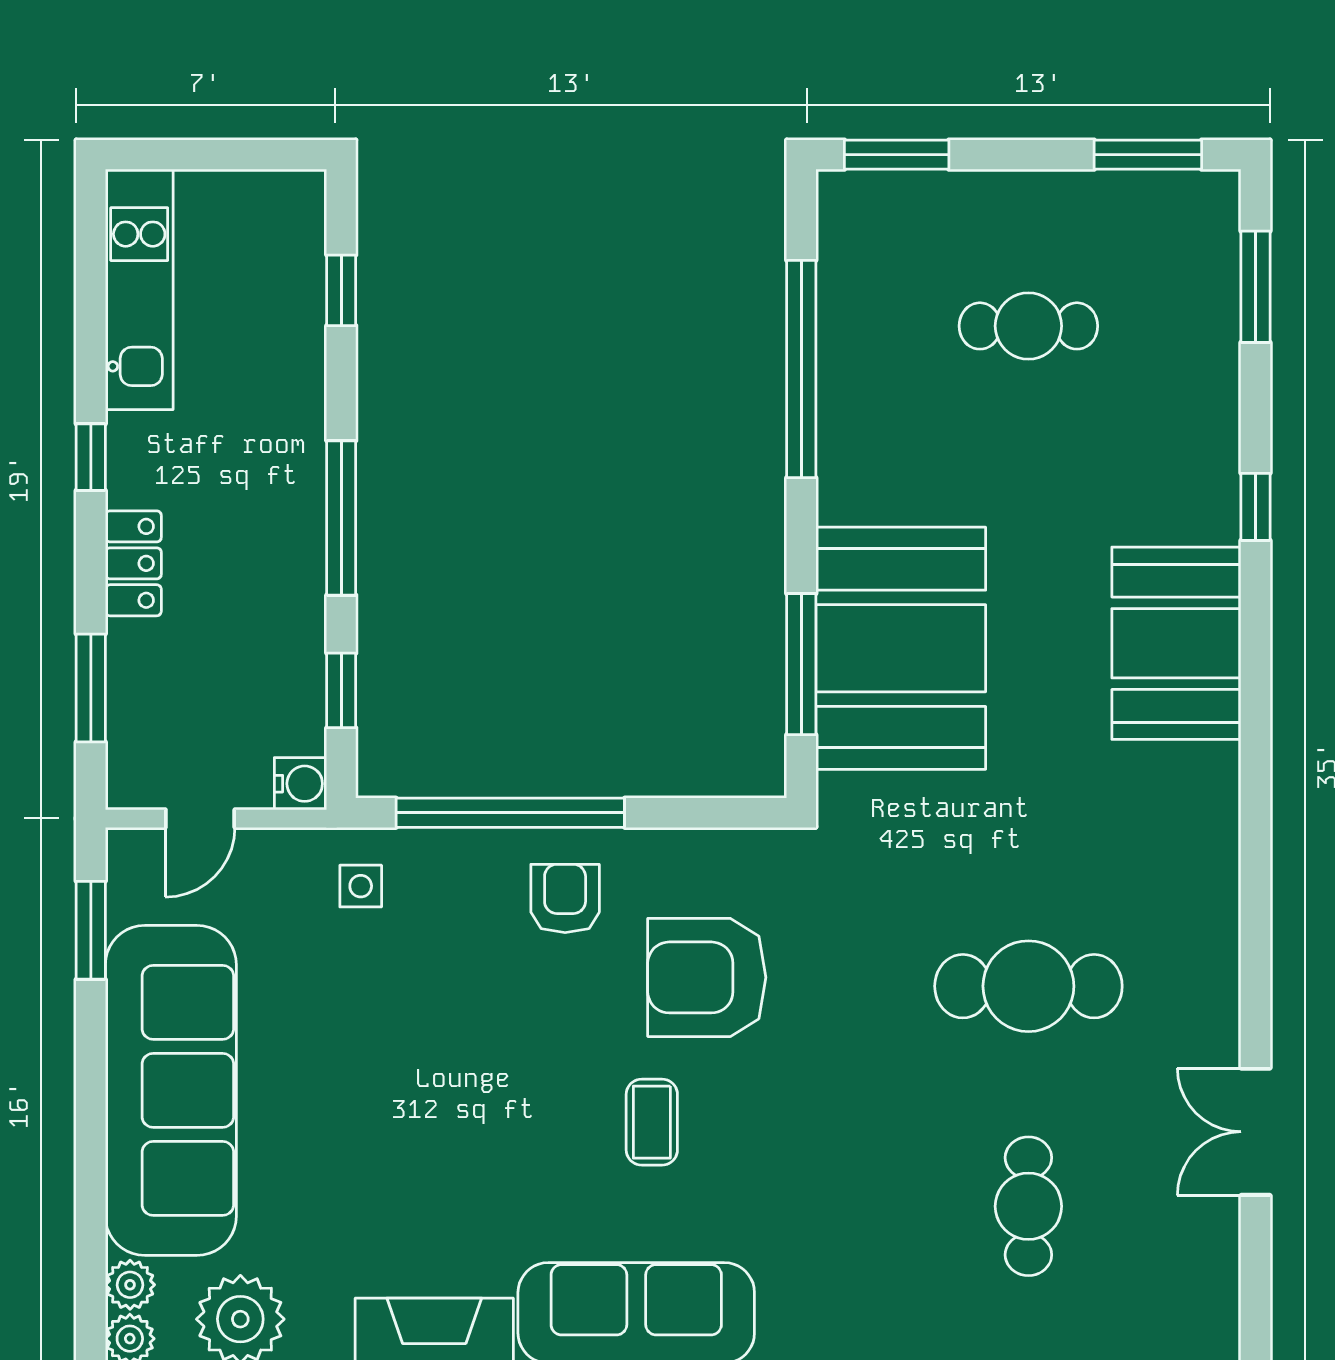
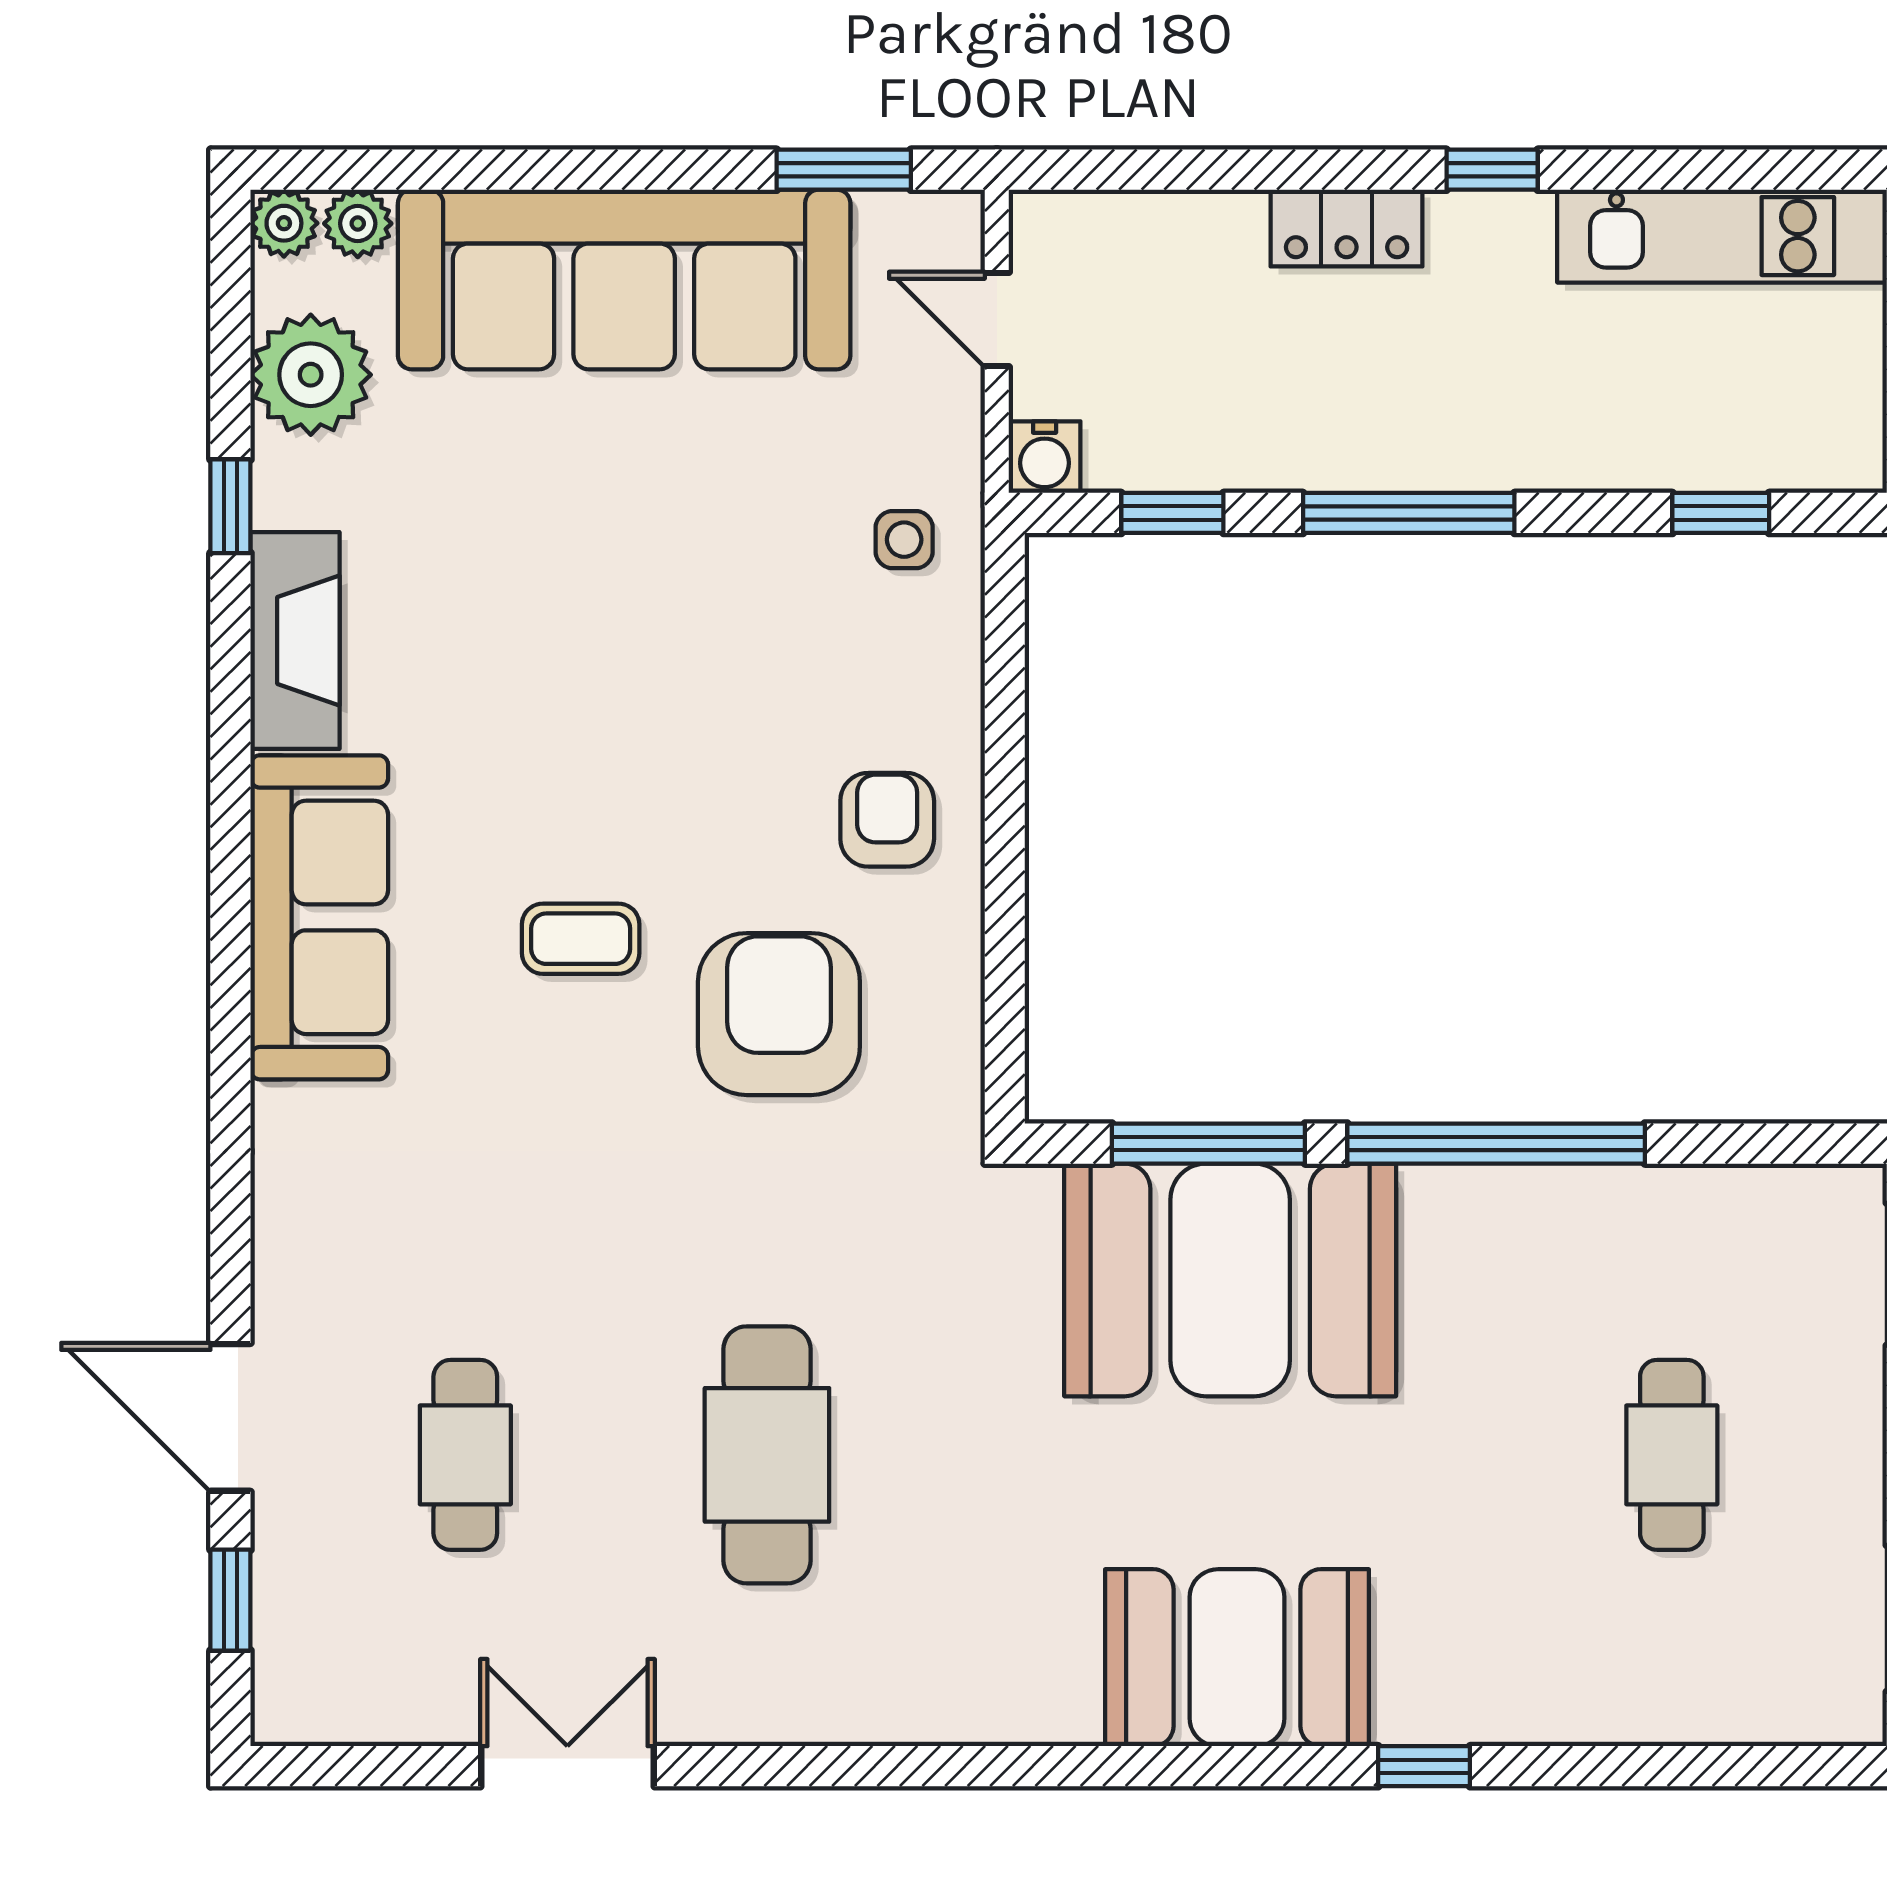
window: (1256, 287) -> (1726, 1766), removed
window: (801, 369) -> (1496, 1144), moved
window: (91, 688) -> (1176, 170), removed
window: (510, 813) -> (1005, 745), removed
armchair: (565, 898) -> (887, 820), turned -90
cafe table: (1028, 1206) -> (465, 1455), turned 90

